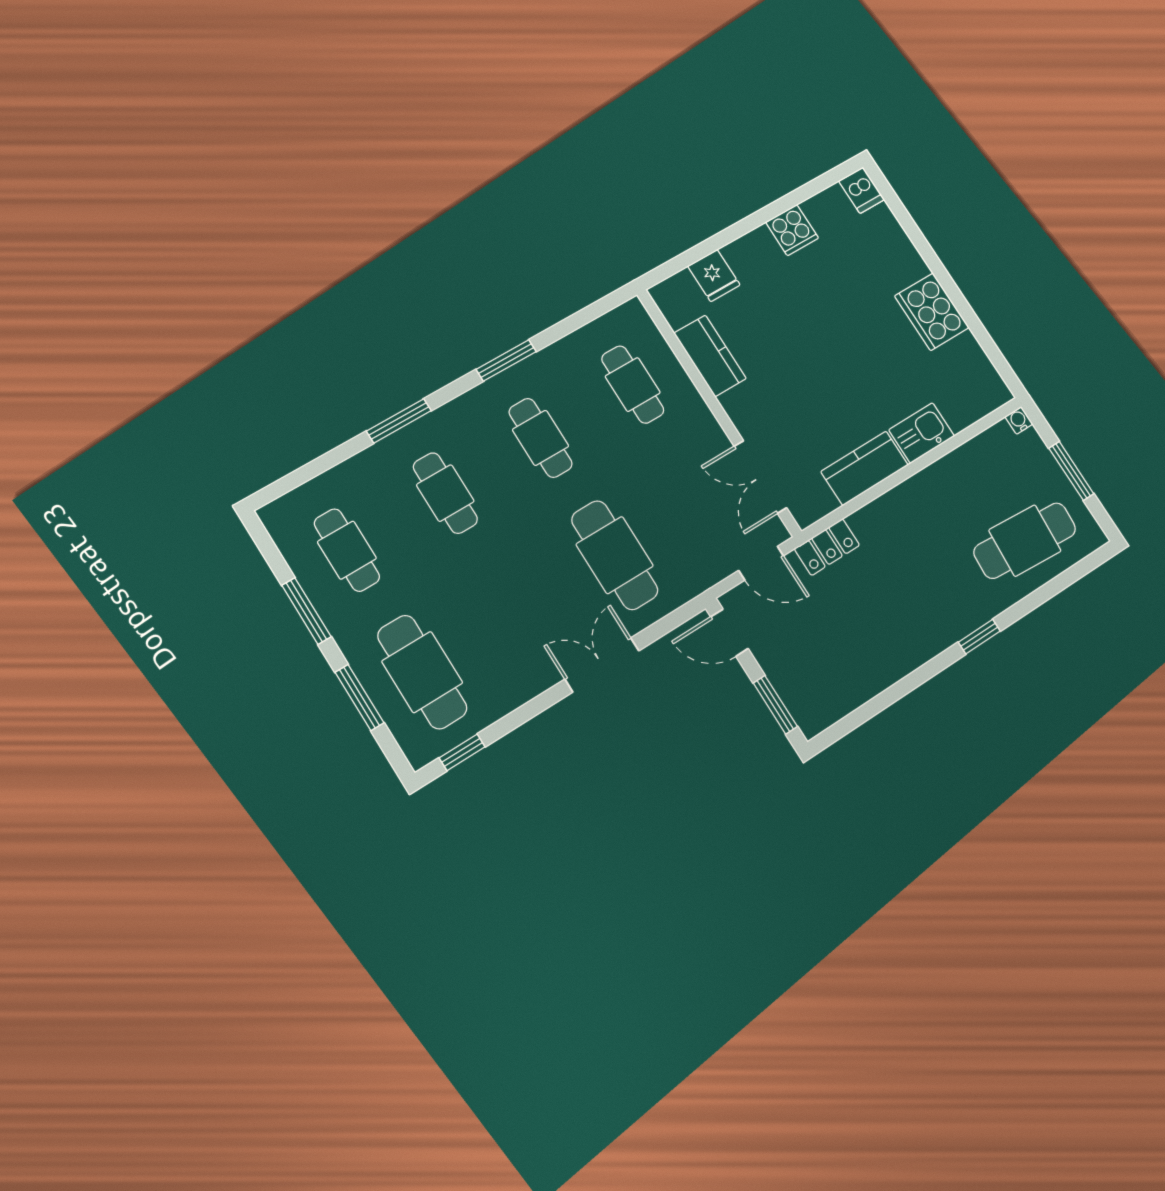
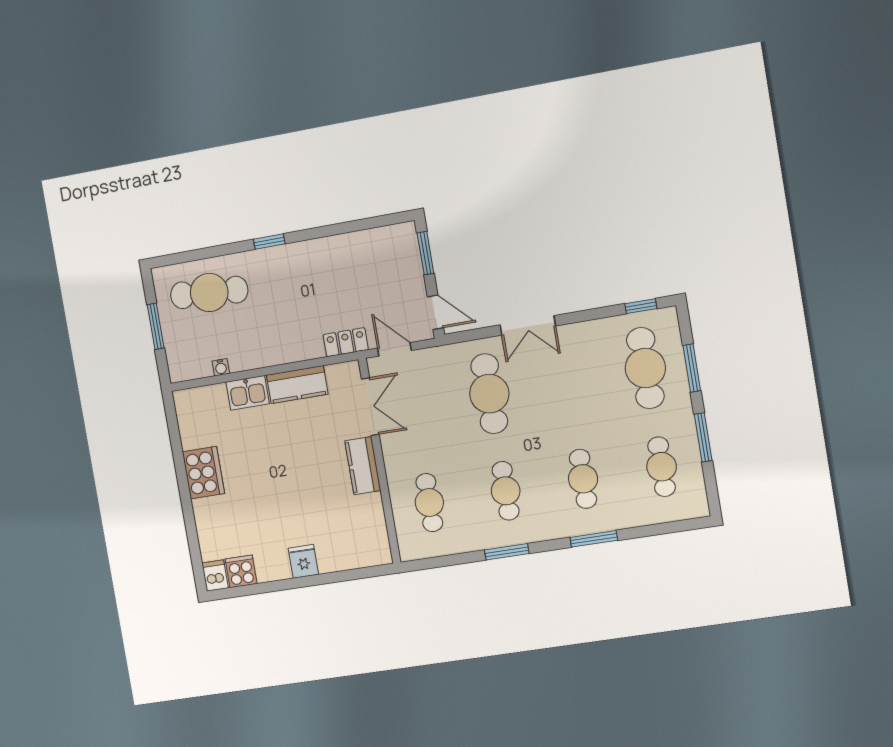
cooker: (792, 230) -> (241, 571), moved
fridge: (714, 276) -> (303, 561), moved
kitchen counter: (710, 356) -> (363, 466), moved
water cooler: (1019, 420) -> (221, 367), moved

